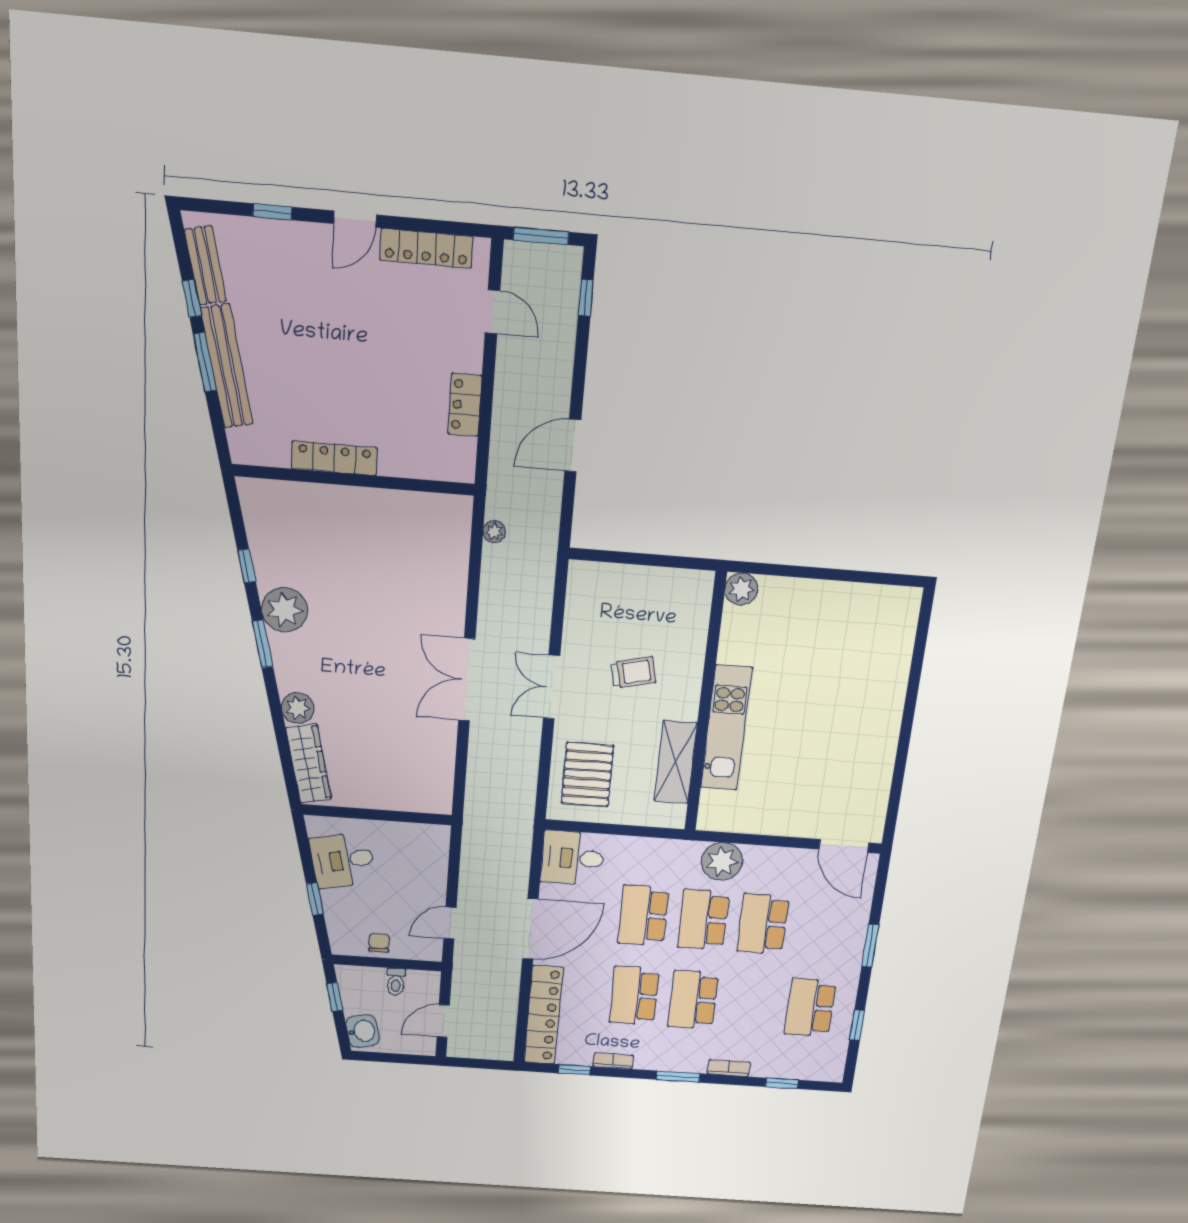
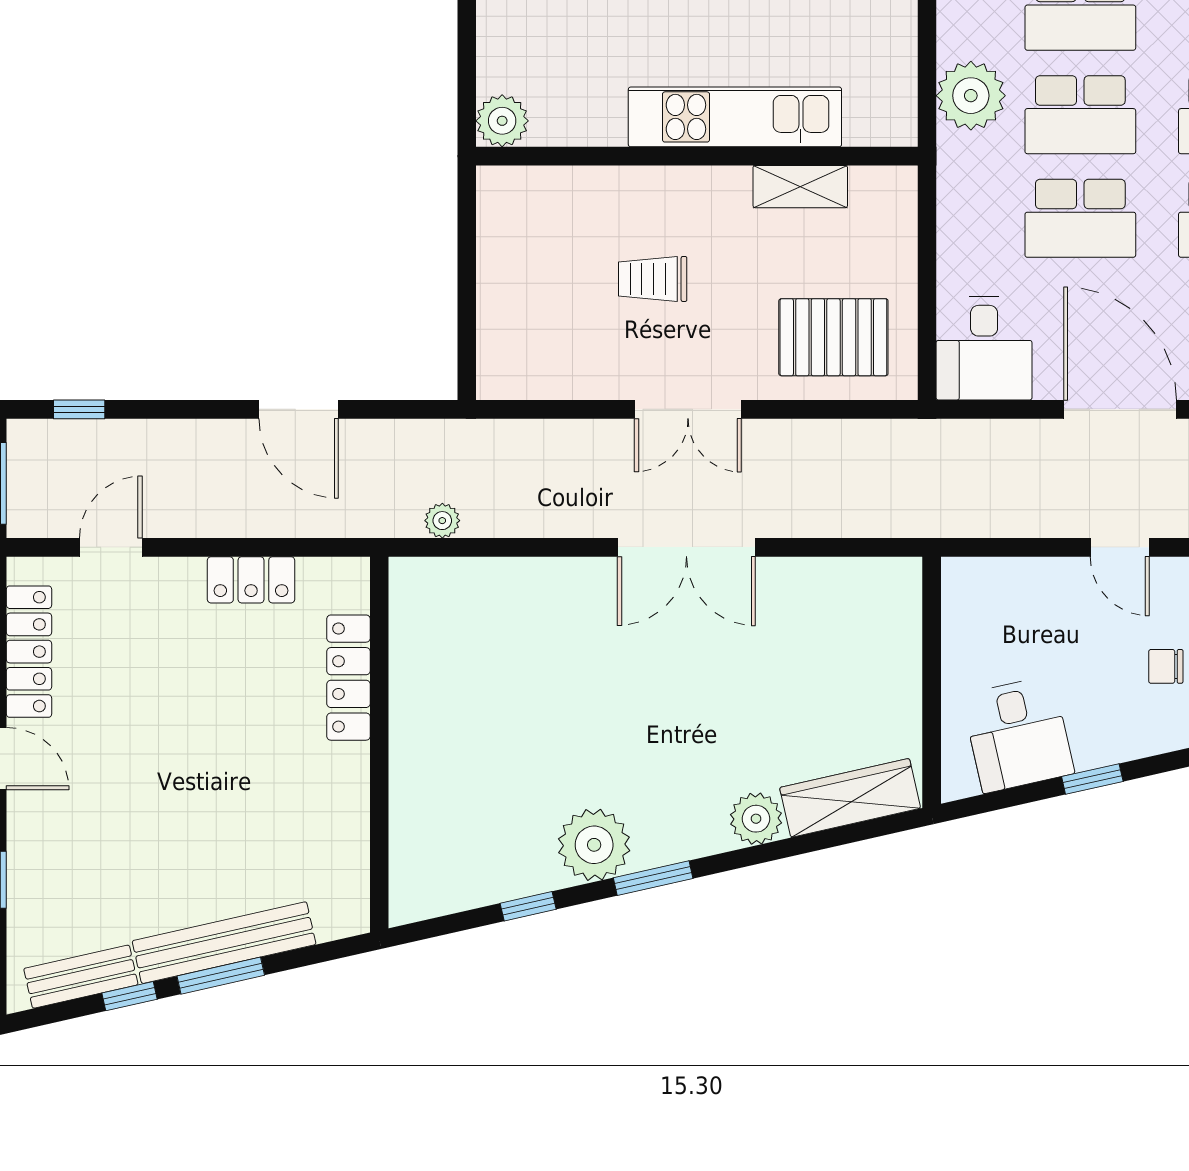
locker: (334, 458) -> (348, 678), moved
trolley: (633, 672) -> (653, 279), turned -77
shelving: (676, 762) -> (800, 187), width x0.67, depth x0.75

